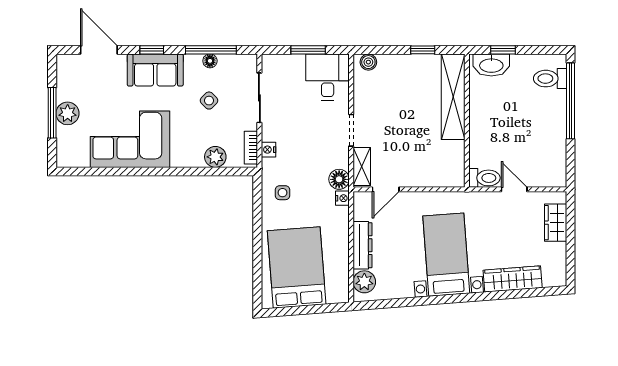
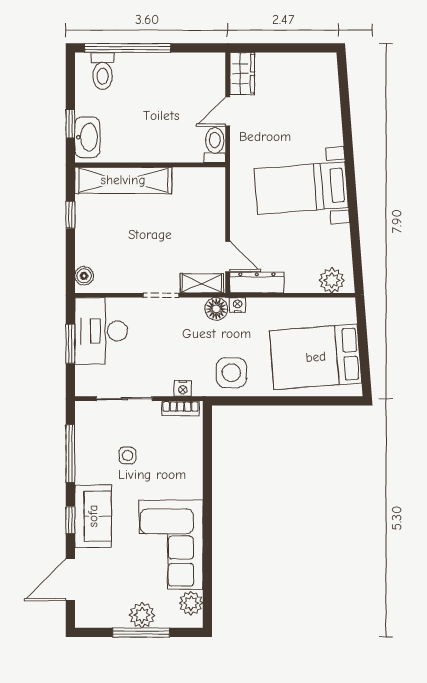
floor lamp: (210, 61) -> (83, 454), removed
desk: (328, 77) -> (101, 331), width x1.37
side table: (209, 101) -> (127, 456), turned 45
plant: (215, 157) -> (191, 603), moved
side table: (282, 193) -> (231, 373), width x1.87, depth x1.87
wardrobe: (556, 223) -> (242, 74), moved, turned -90
dresser: (363, 245) -> (257, 282), moved
wardrobe: (513, 279) -> (329, 113), removed

